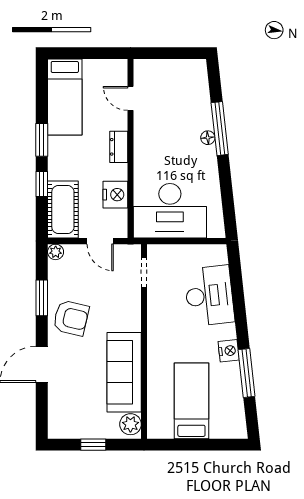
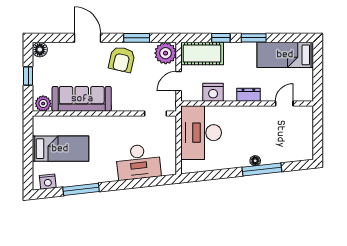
plant: (56, 252) -> (166, 53), width x1.87, depth x1.87
nightstand: (229, 351) -> (48, 182), moved
floor lamp: (58, 429) -> (40, 50), added

